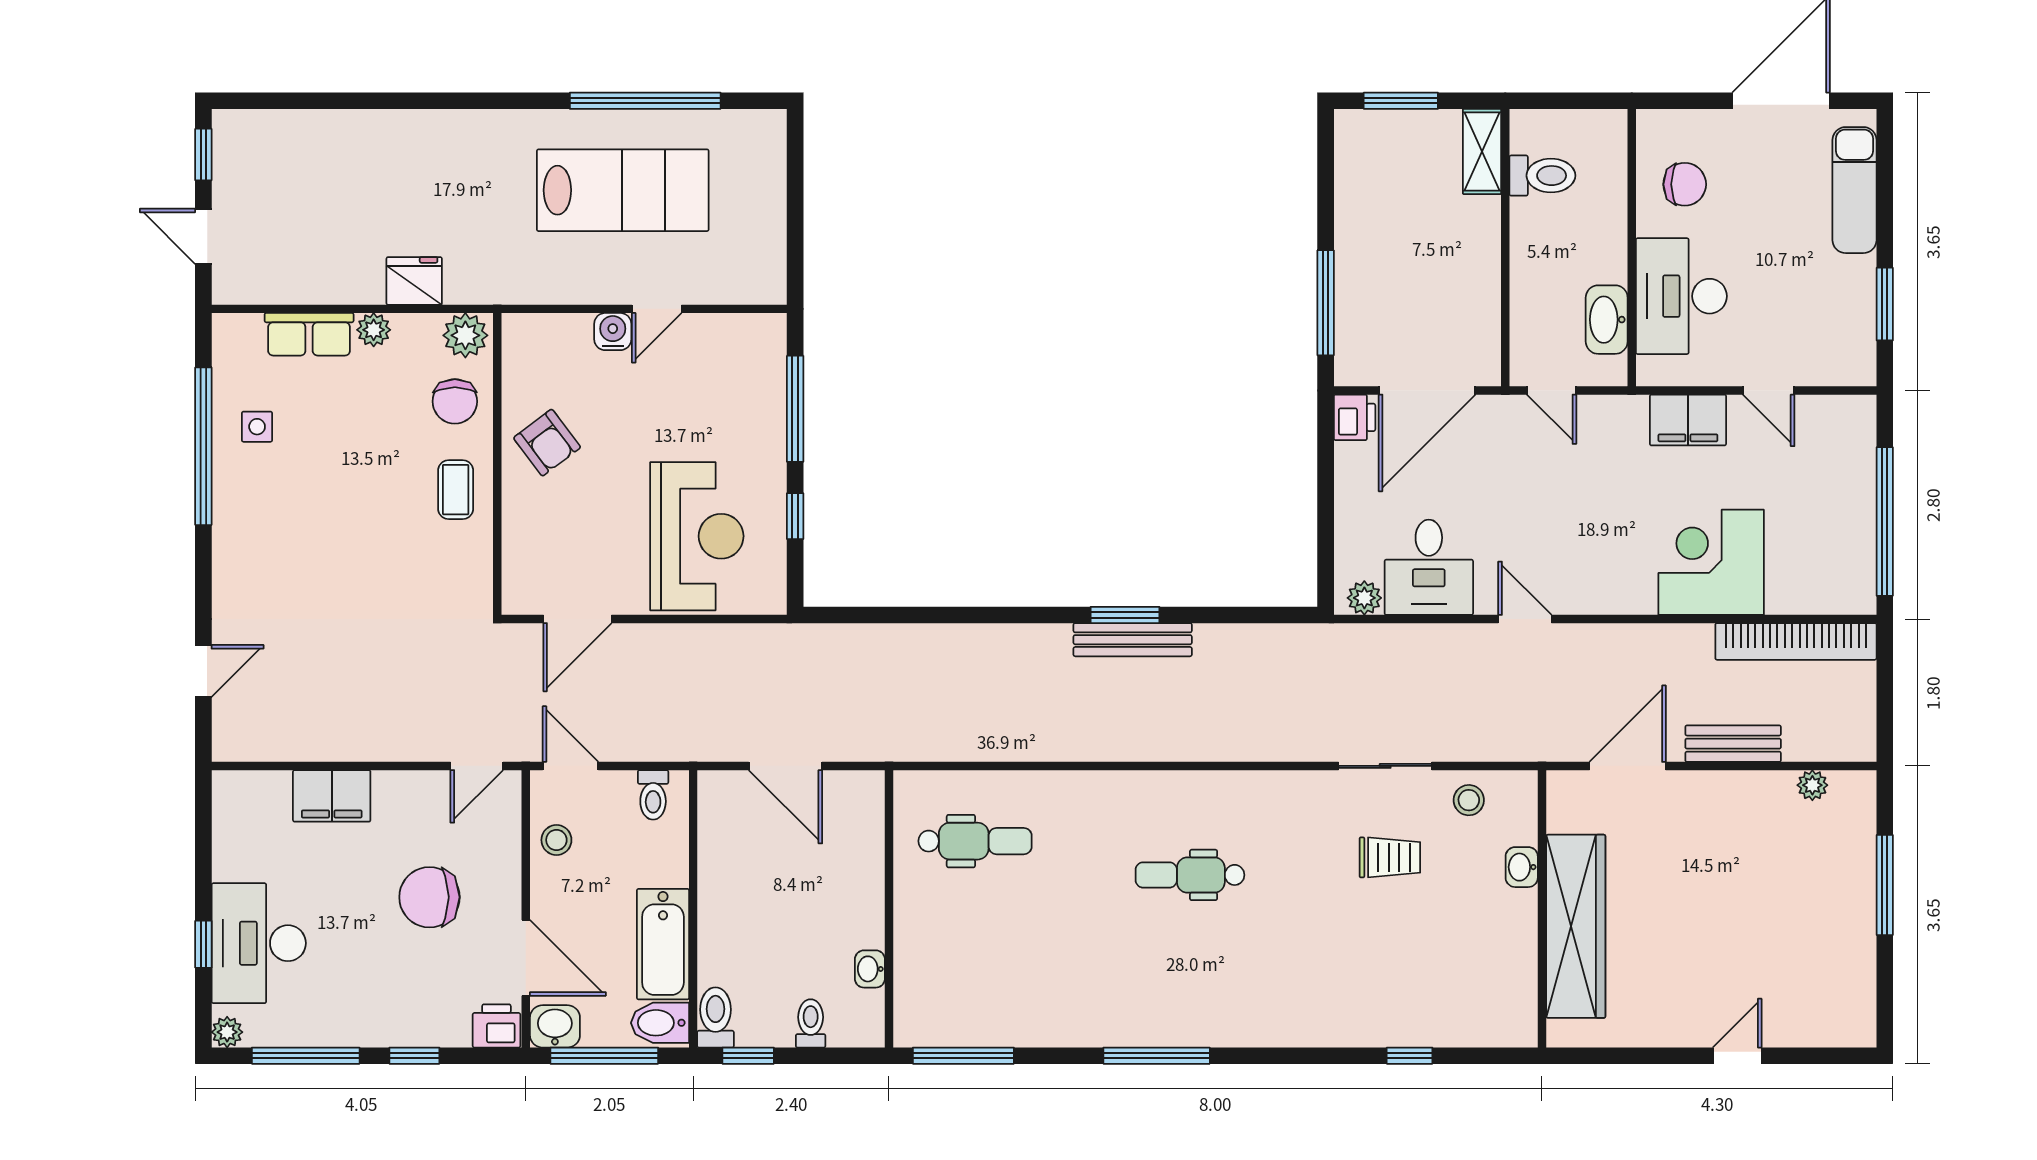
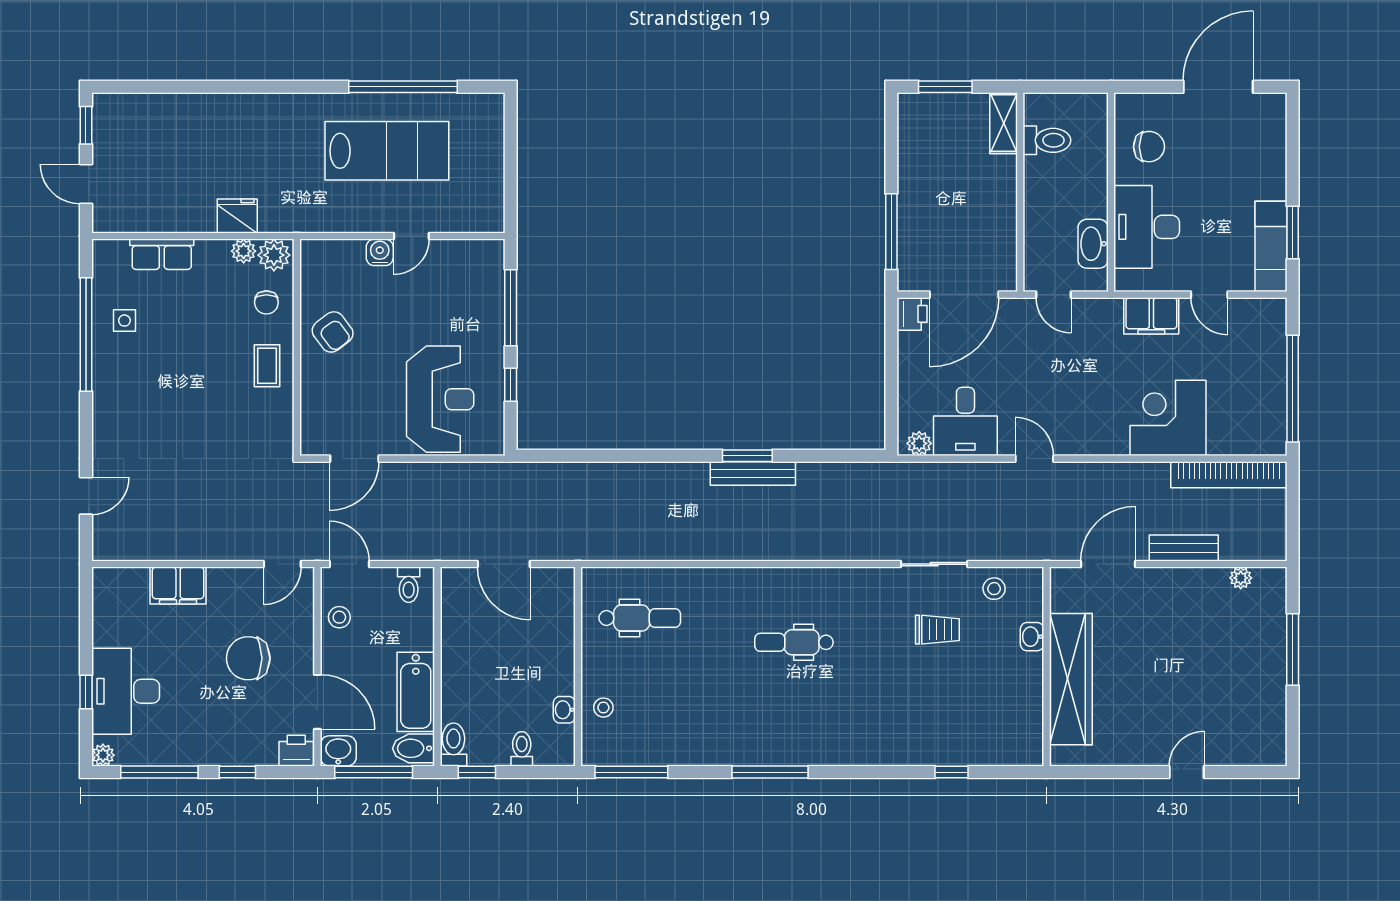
exam couch: (1855, 190) -> (1271, 246), moved
plant: (374, 330) -> (244, 251), moved
chair: (455, 401) -> (266, 302), width x0.73, depth x0.73
stool: (924, 966) -> (603, 708), added

